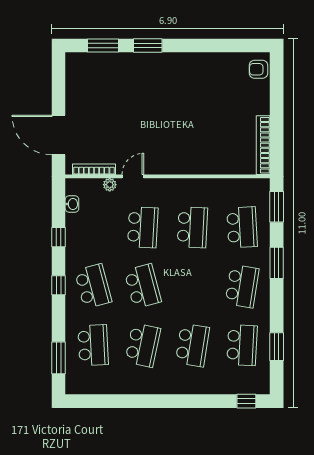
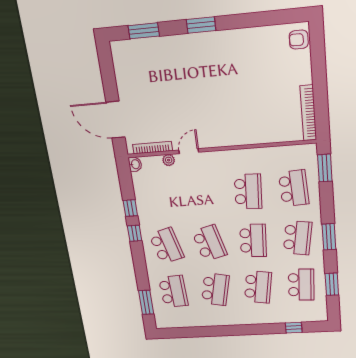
window: (148, 46) -> (201, 25), moved
washbasin: (72, 204) -> (135, 164), moved
school desk: (143, 227) -> (253, 240), moved
window: (277, 263) -> (329, 237), moved
window: (59, 285) -> (135, 233), moved
window: (246, 401) -> (294, 328), moved

